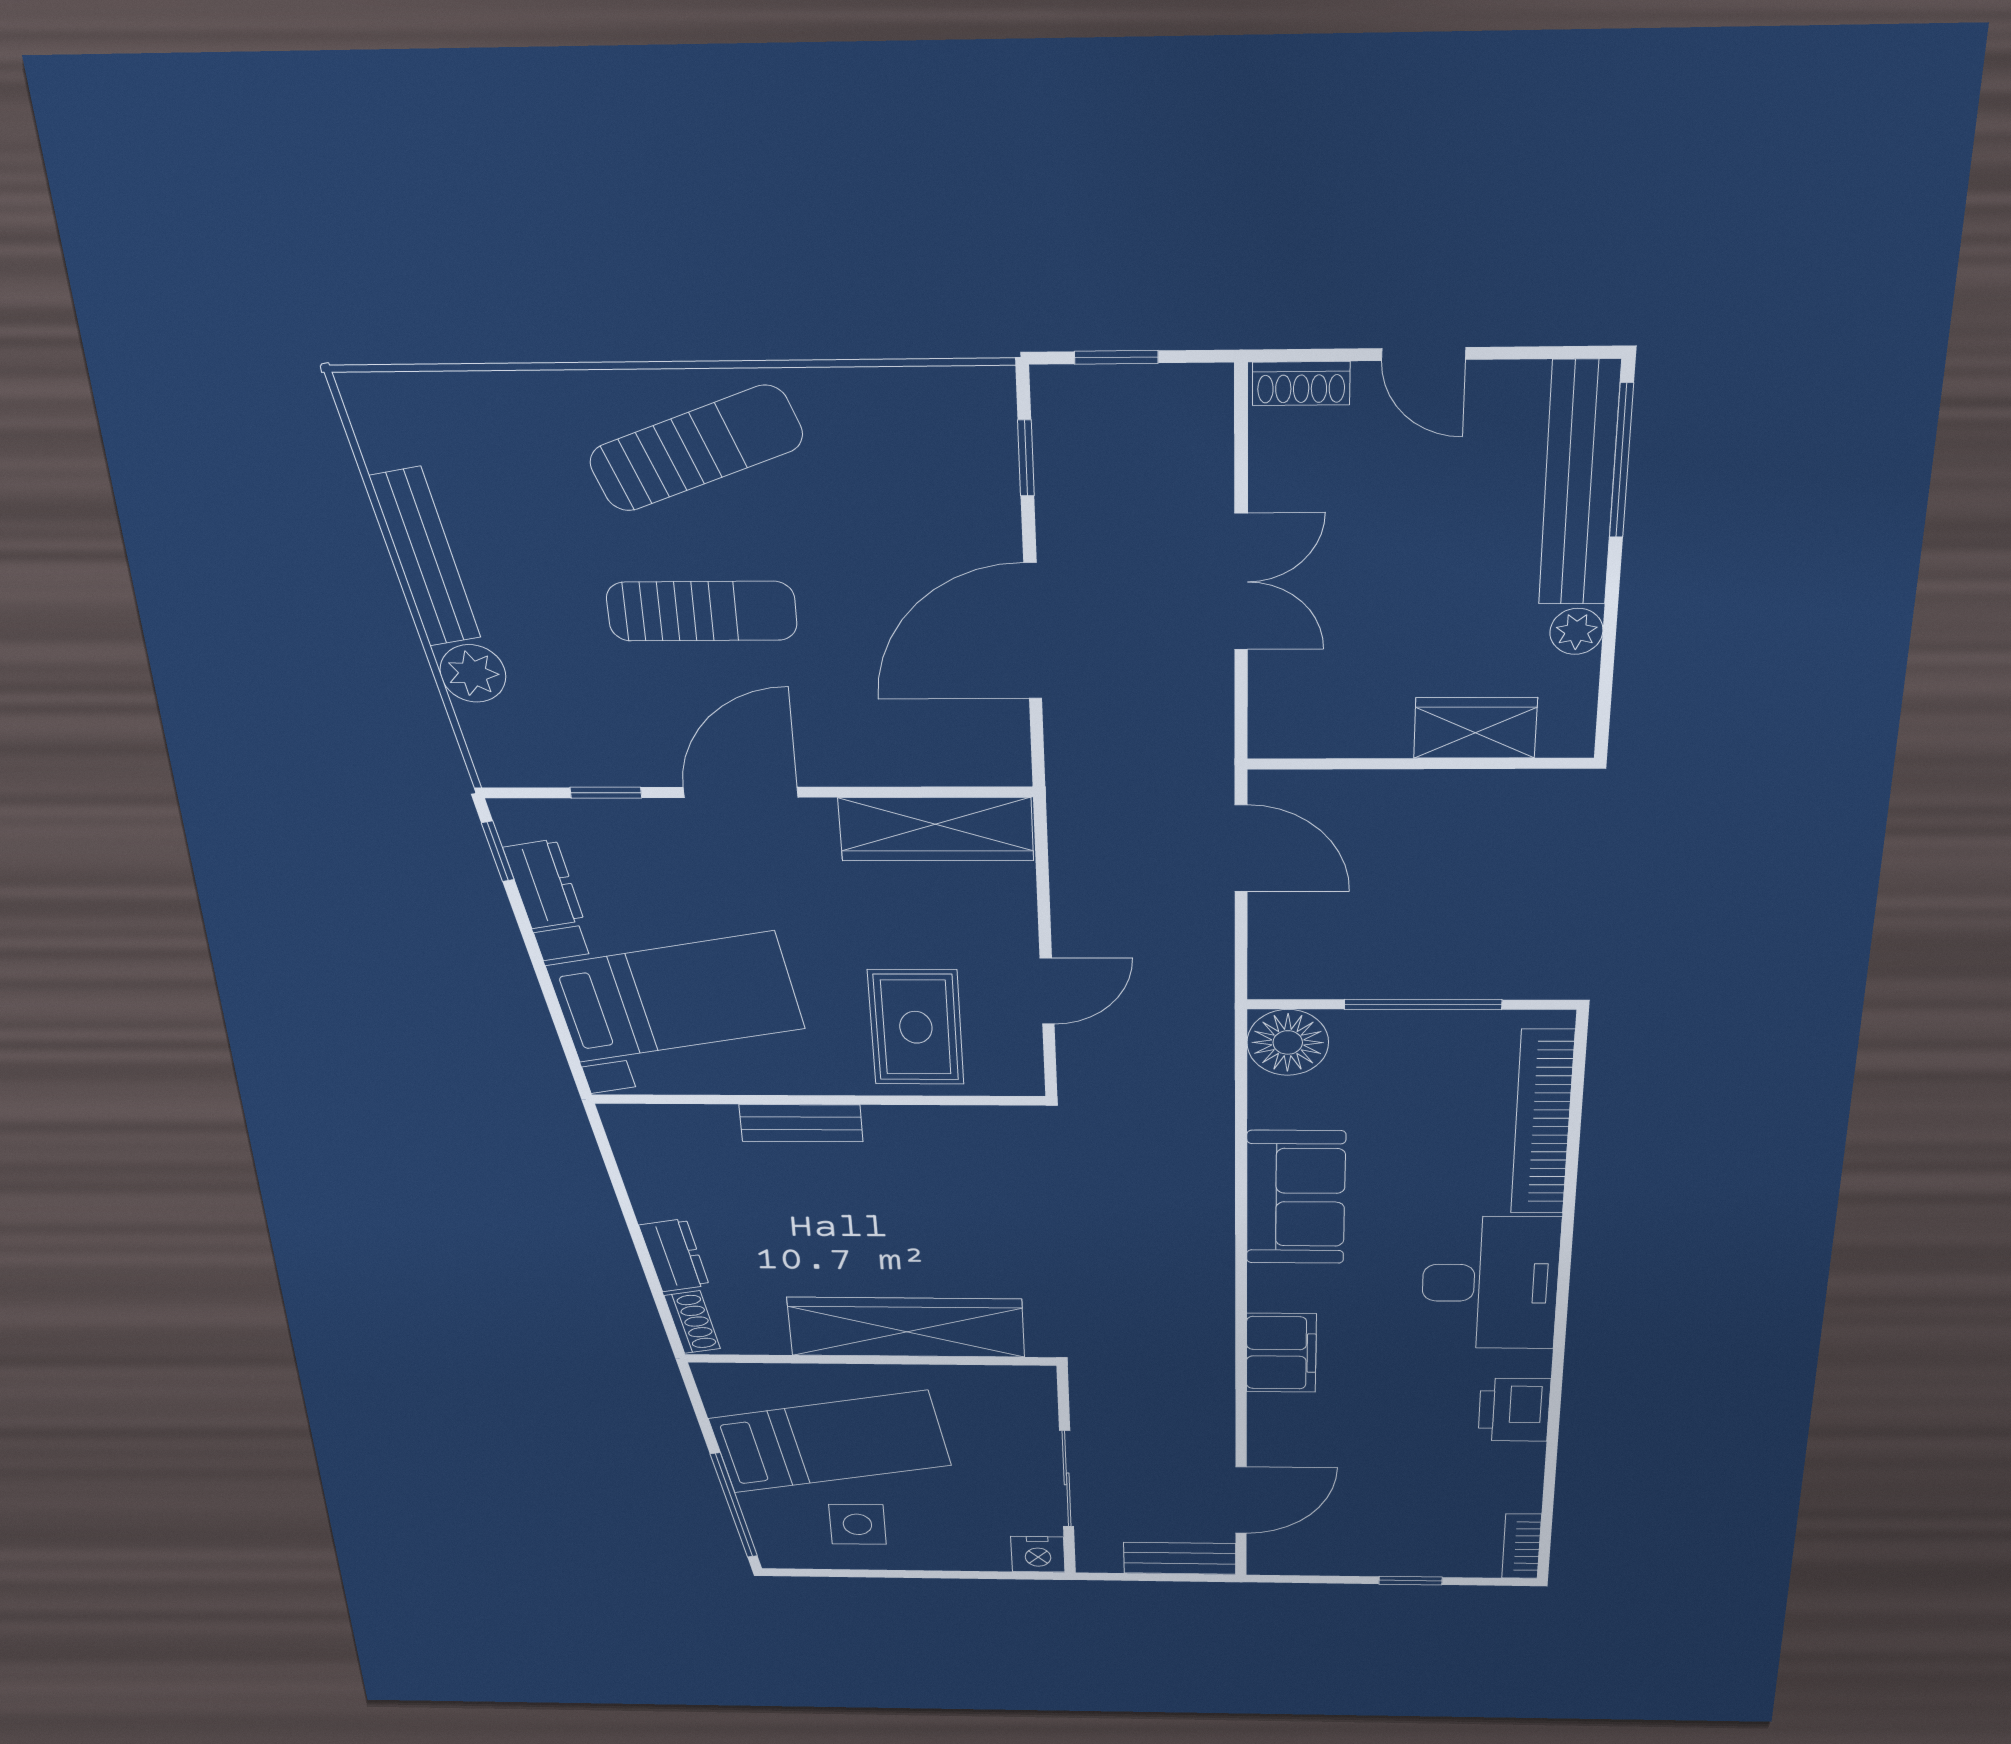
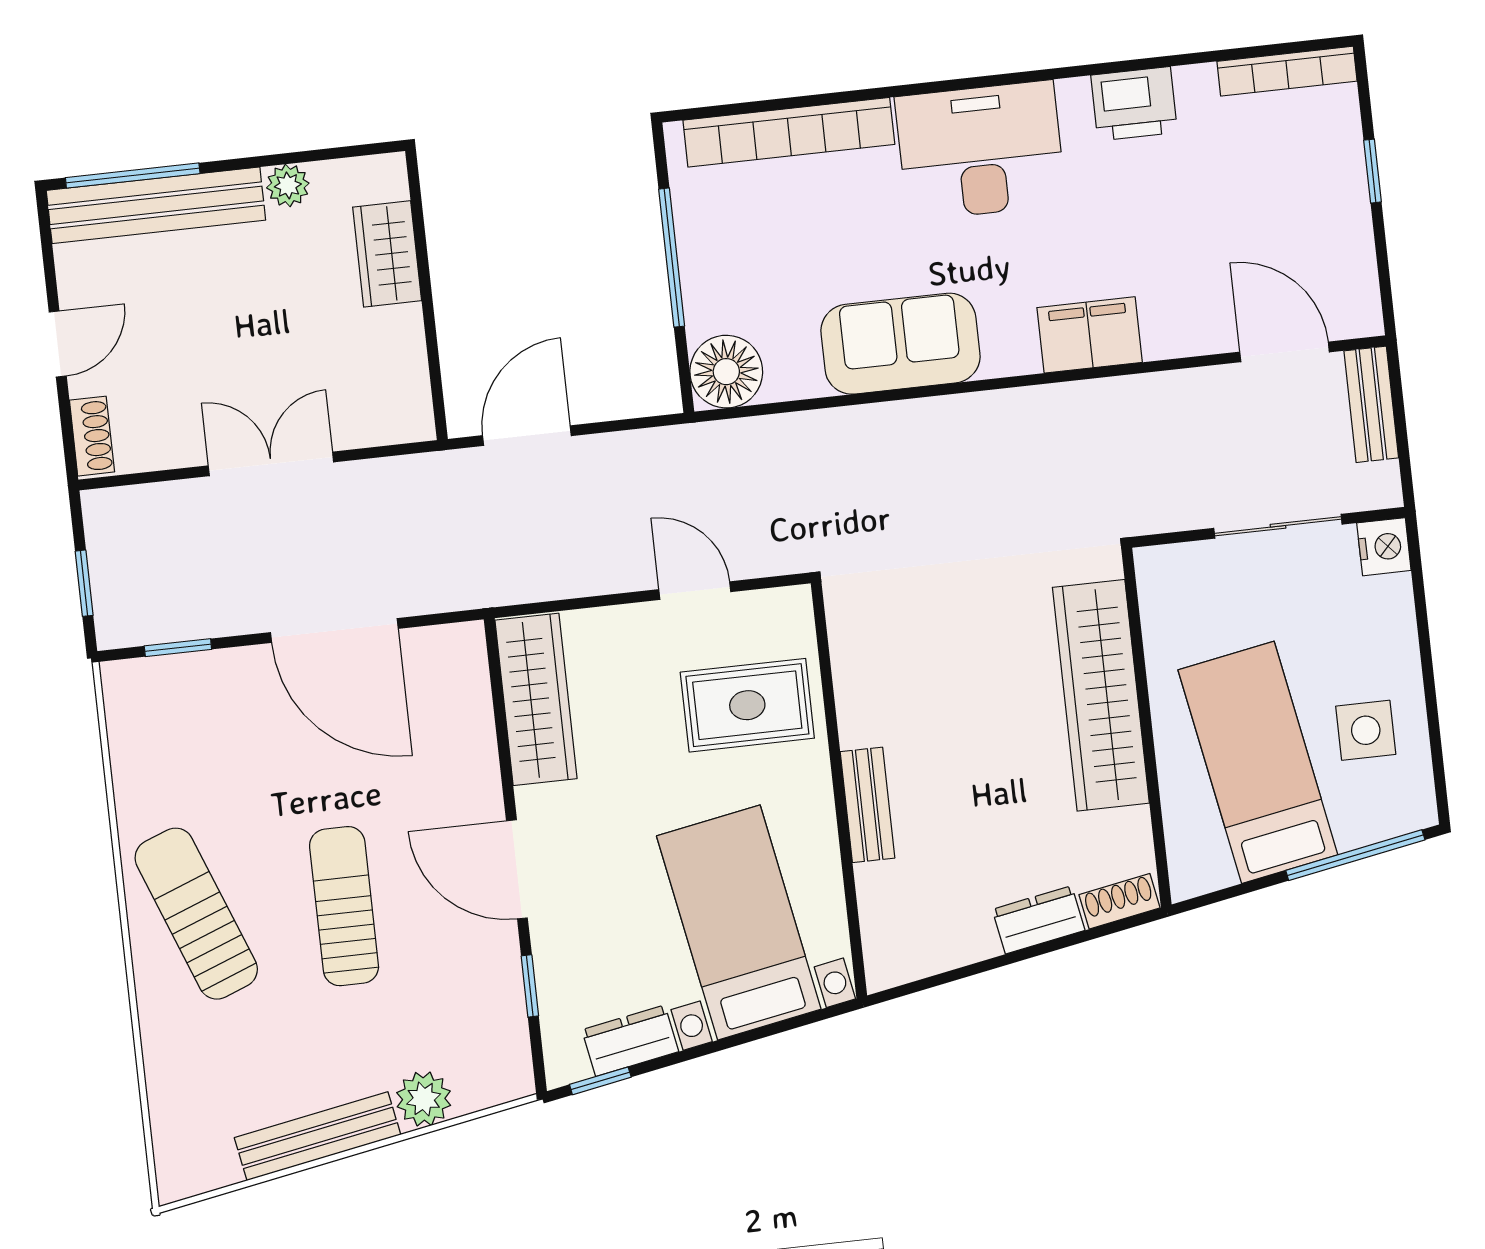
bookcase: (1522, 1546) -> (1287, 71), width x1.56

